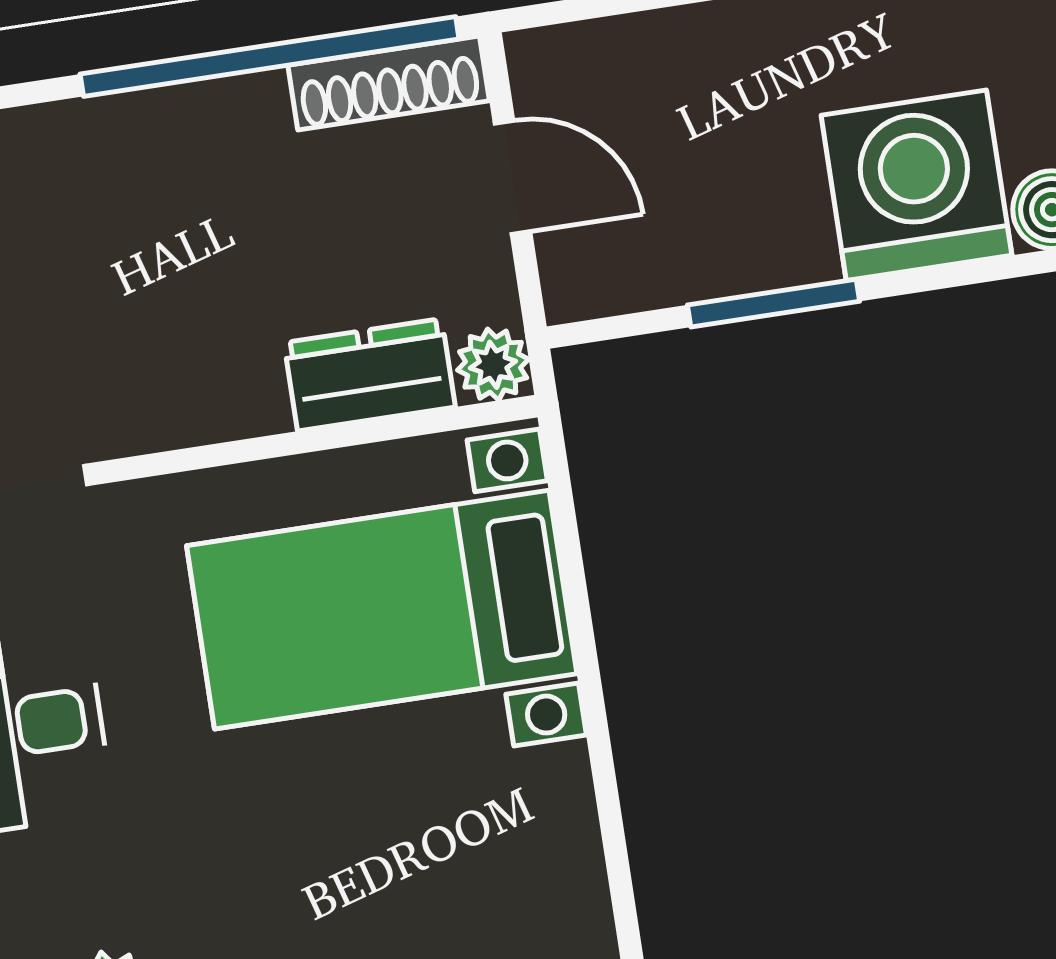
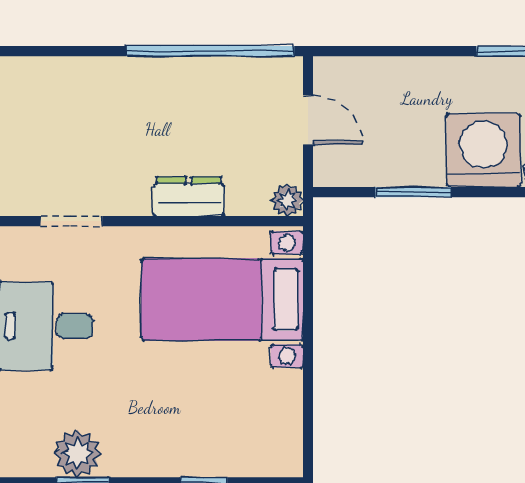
shoe rack: (389, 83) -> (260, 71), removed
dresser: (370, 375) -> (189, 196), moved

